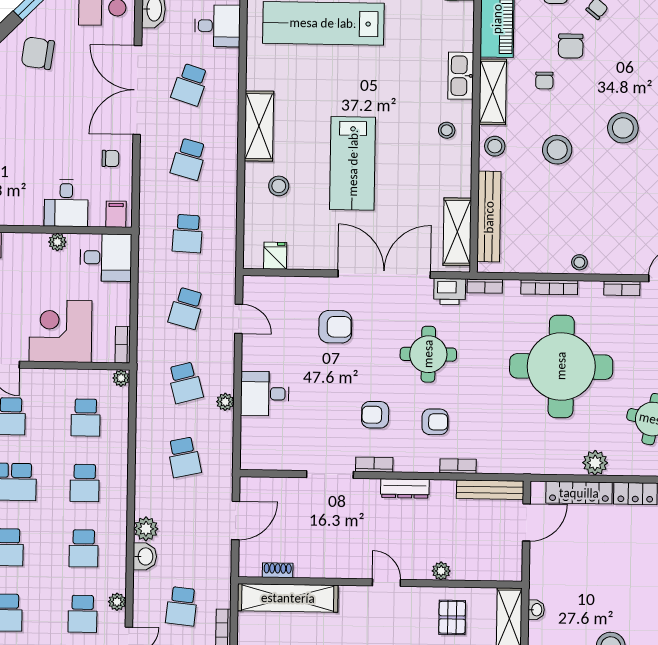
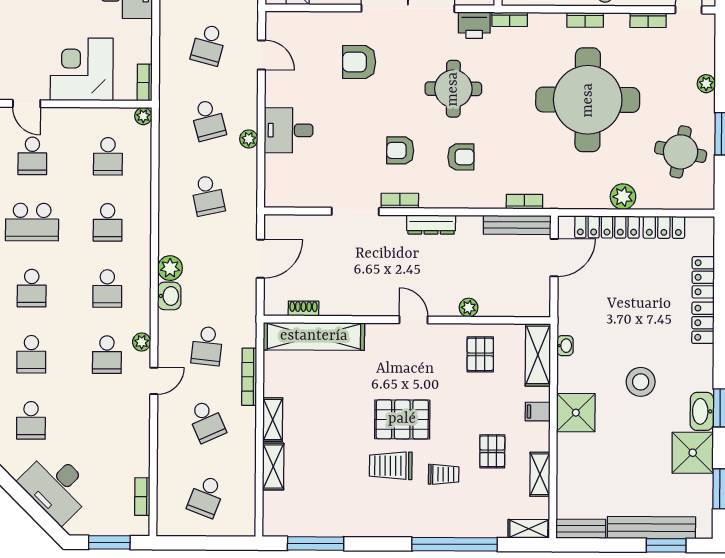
bookcase: (549, 287) -> (585, 20), width x0.64
armchair: (335, 327) -> (359, 62), turned 180
bookcase: (458, 466) -> (524, 202), moved

